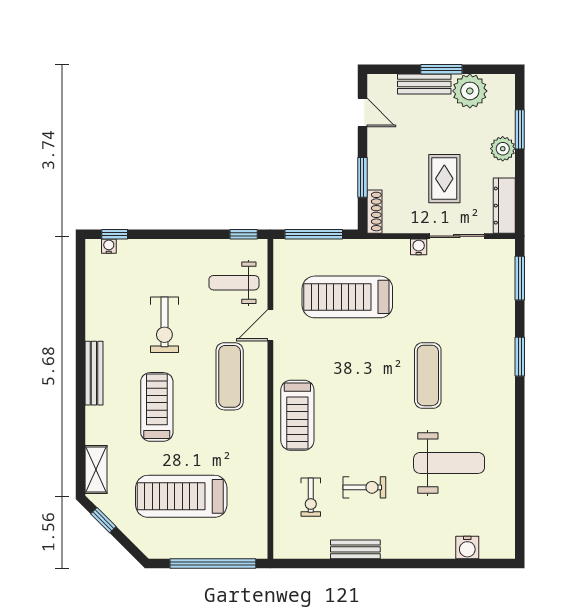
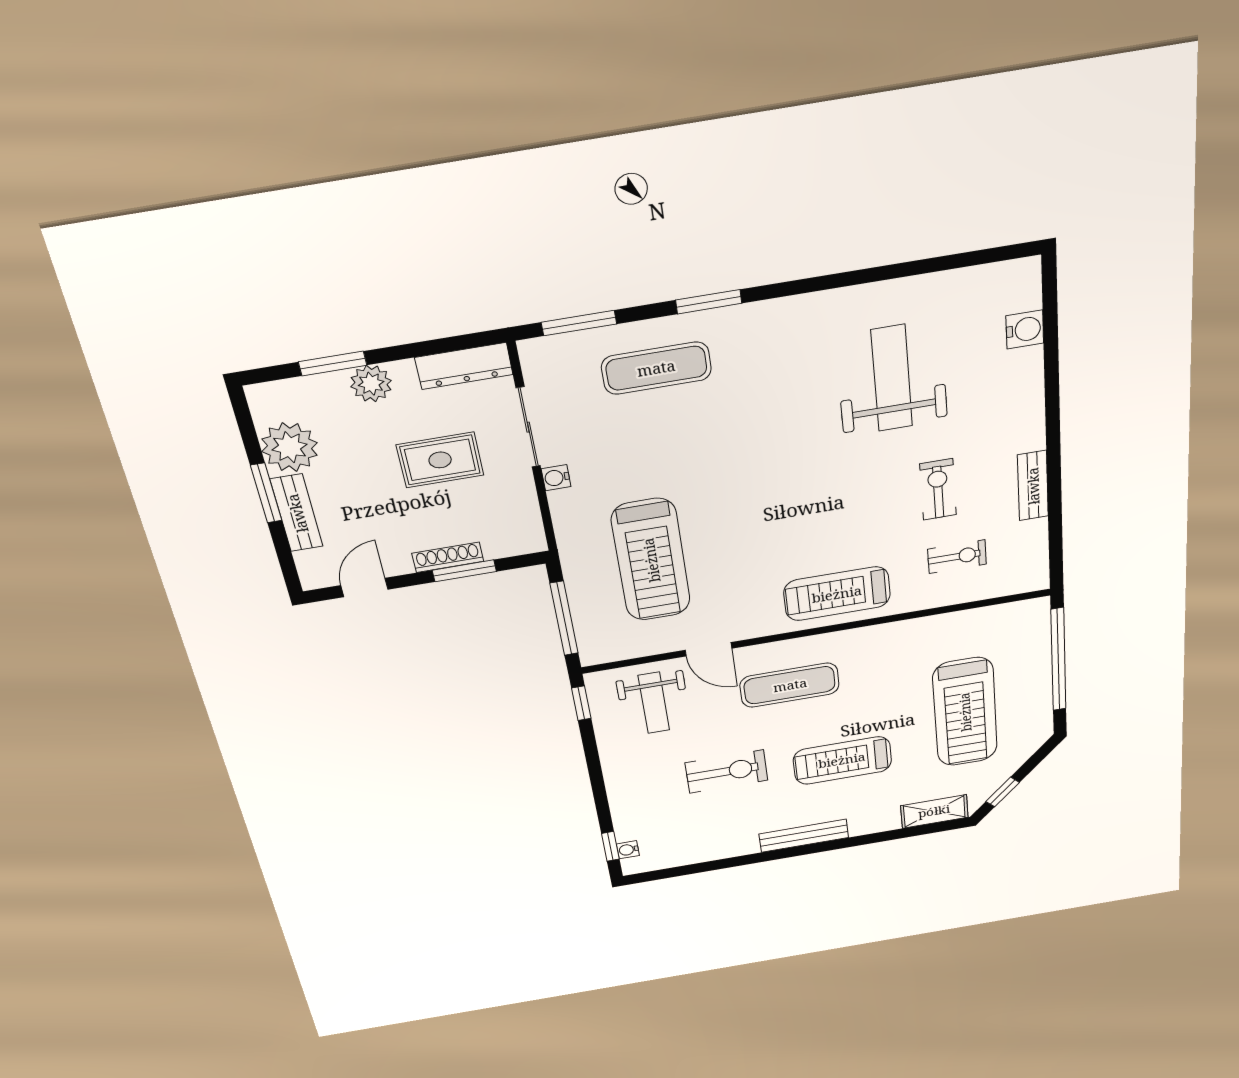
shoe rack: (374, 212) -> (448, 557), moved
exercise mat: (428, 375) -> (656, 368), moved
treadmill: (297, 415) -> (837, 594), turned 180

